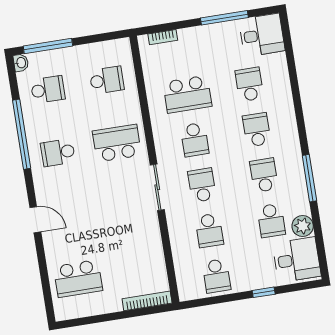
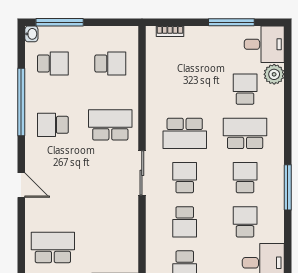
school desk: (187, 94) -> (185, 89), removed
school desk: (257, 130) -> (245, 133), width x1.85
school desk: (195, 140) -> (185, 133), width x1.85
school desk: (271, 221) -> (245, 222), turned 180
plant: (303, 226) -> (274, 74), moved
school desk: (78, 279) -> (53, 247), turned 180

